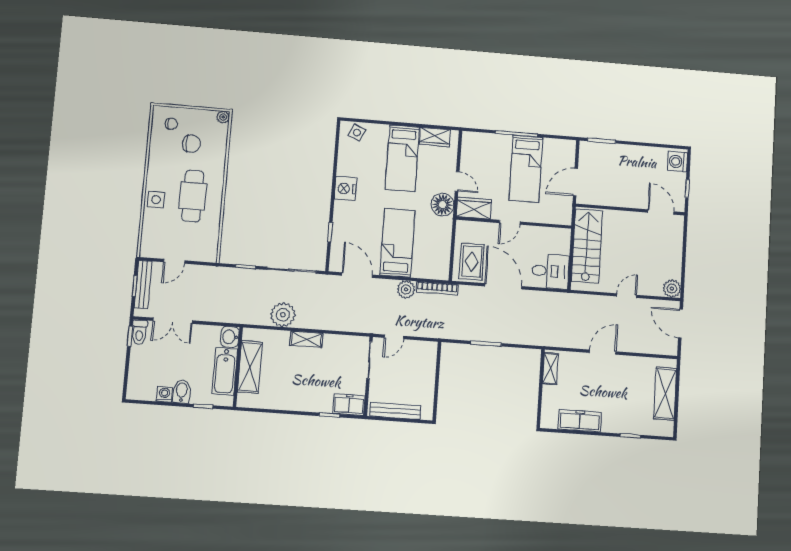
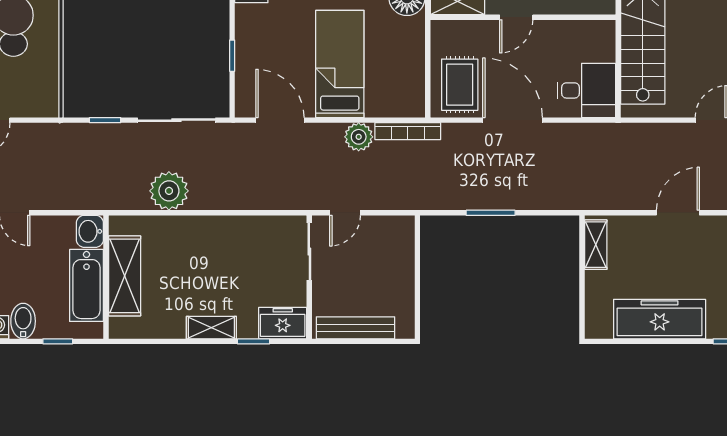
shelving: (306, 339) -> (211, 328), moved
freezer: (580, 421) -> (660, 319), width x1.36, depth x1.26

